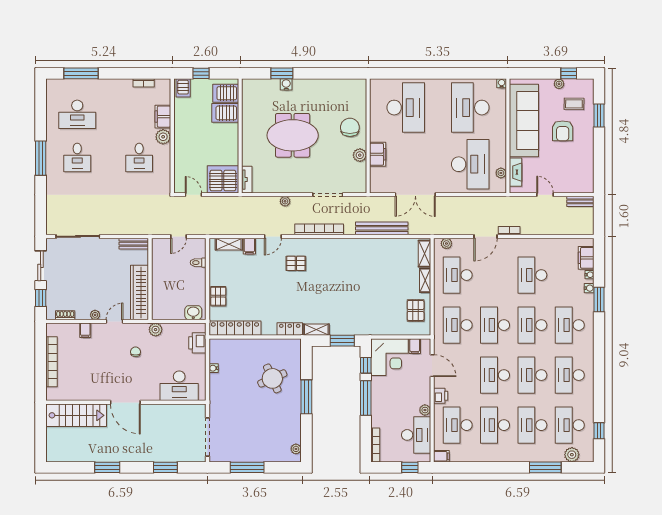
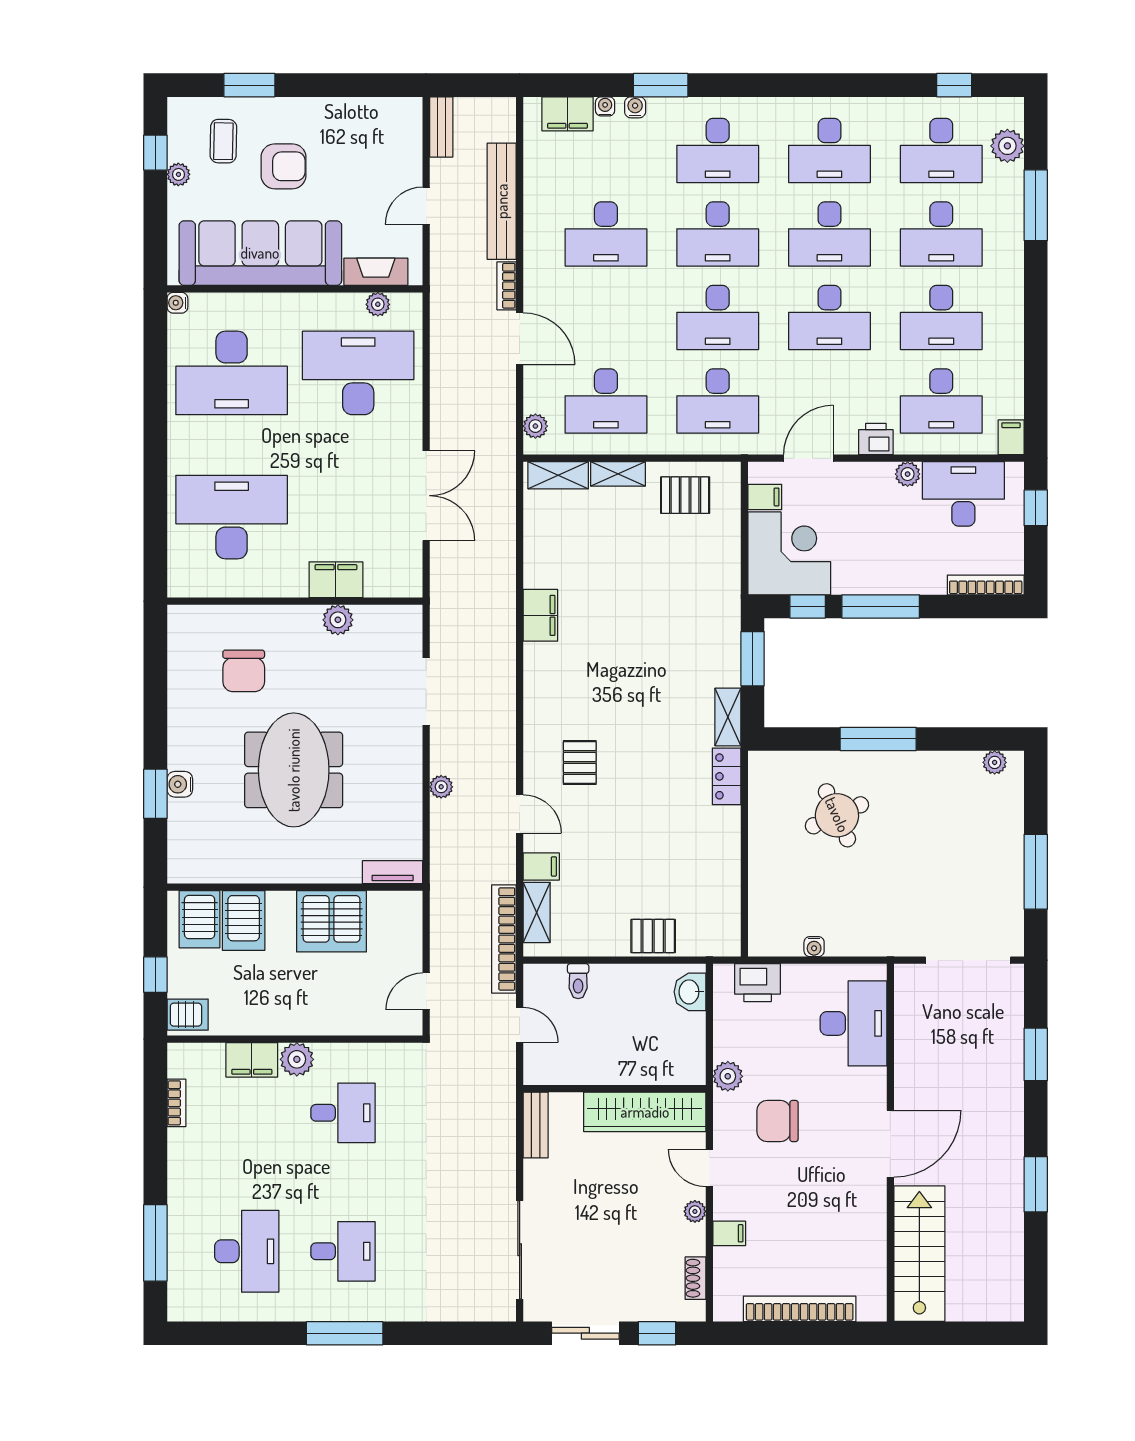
chair: (350, 127) -> (244, 671), moved, turned -90
server rack: (223, 179) -> (332, 921), moved, turned -90
bench: (382, 228) -> (502, 201), moved
bookcase: (319, 229) -> (504, 939), moved
filing cabinet: (362, 246) -> (540, 615), added
locker: (235, 328) -> (724, 899), removed
chair: (136, 352) -> (778, 1121), width x1.87, depth x1.87

